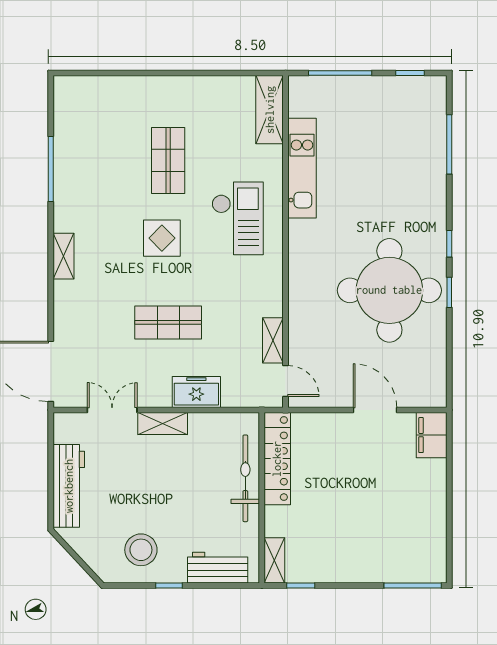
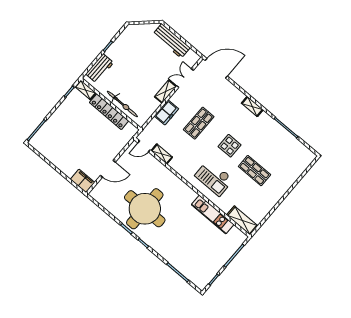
double door: (112, 410) -> (185, 78), swing flipped
locker: (277, 459) -> (109, 112), moved
stool: (141, 550) -> (128, 47), removed

